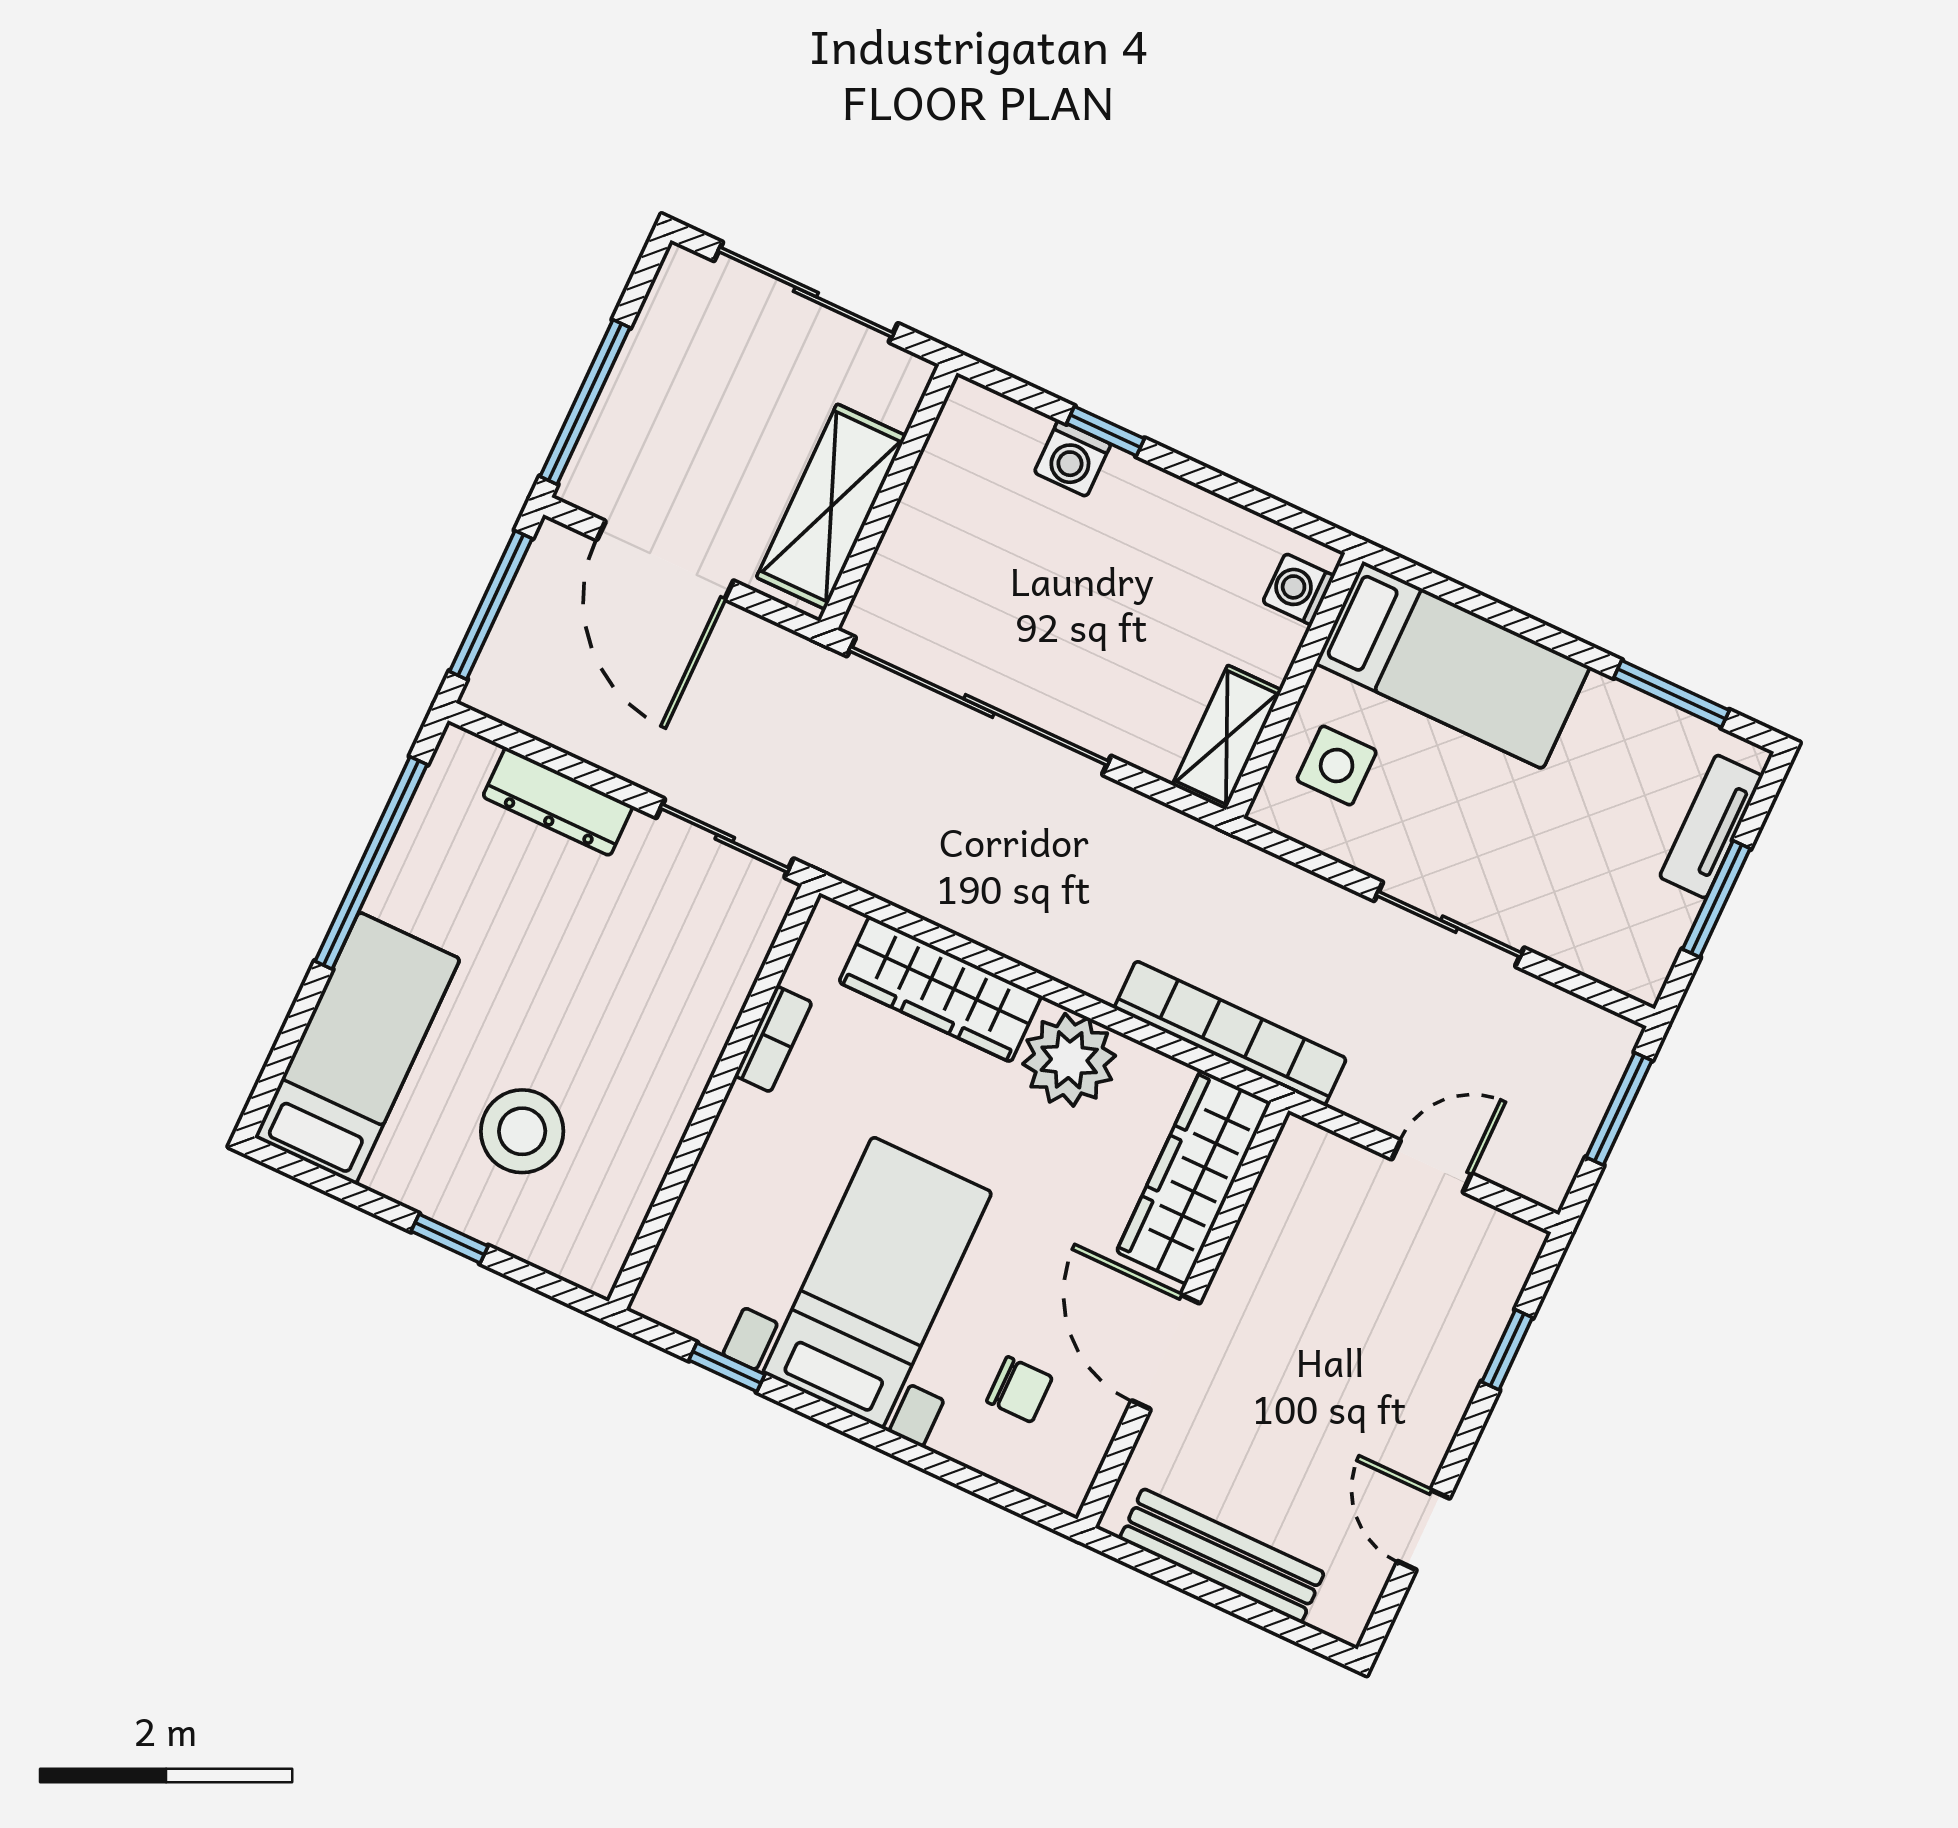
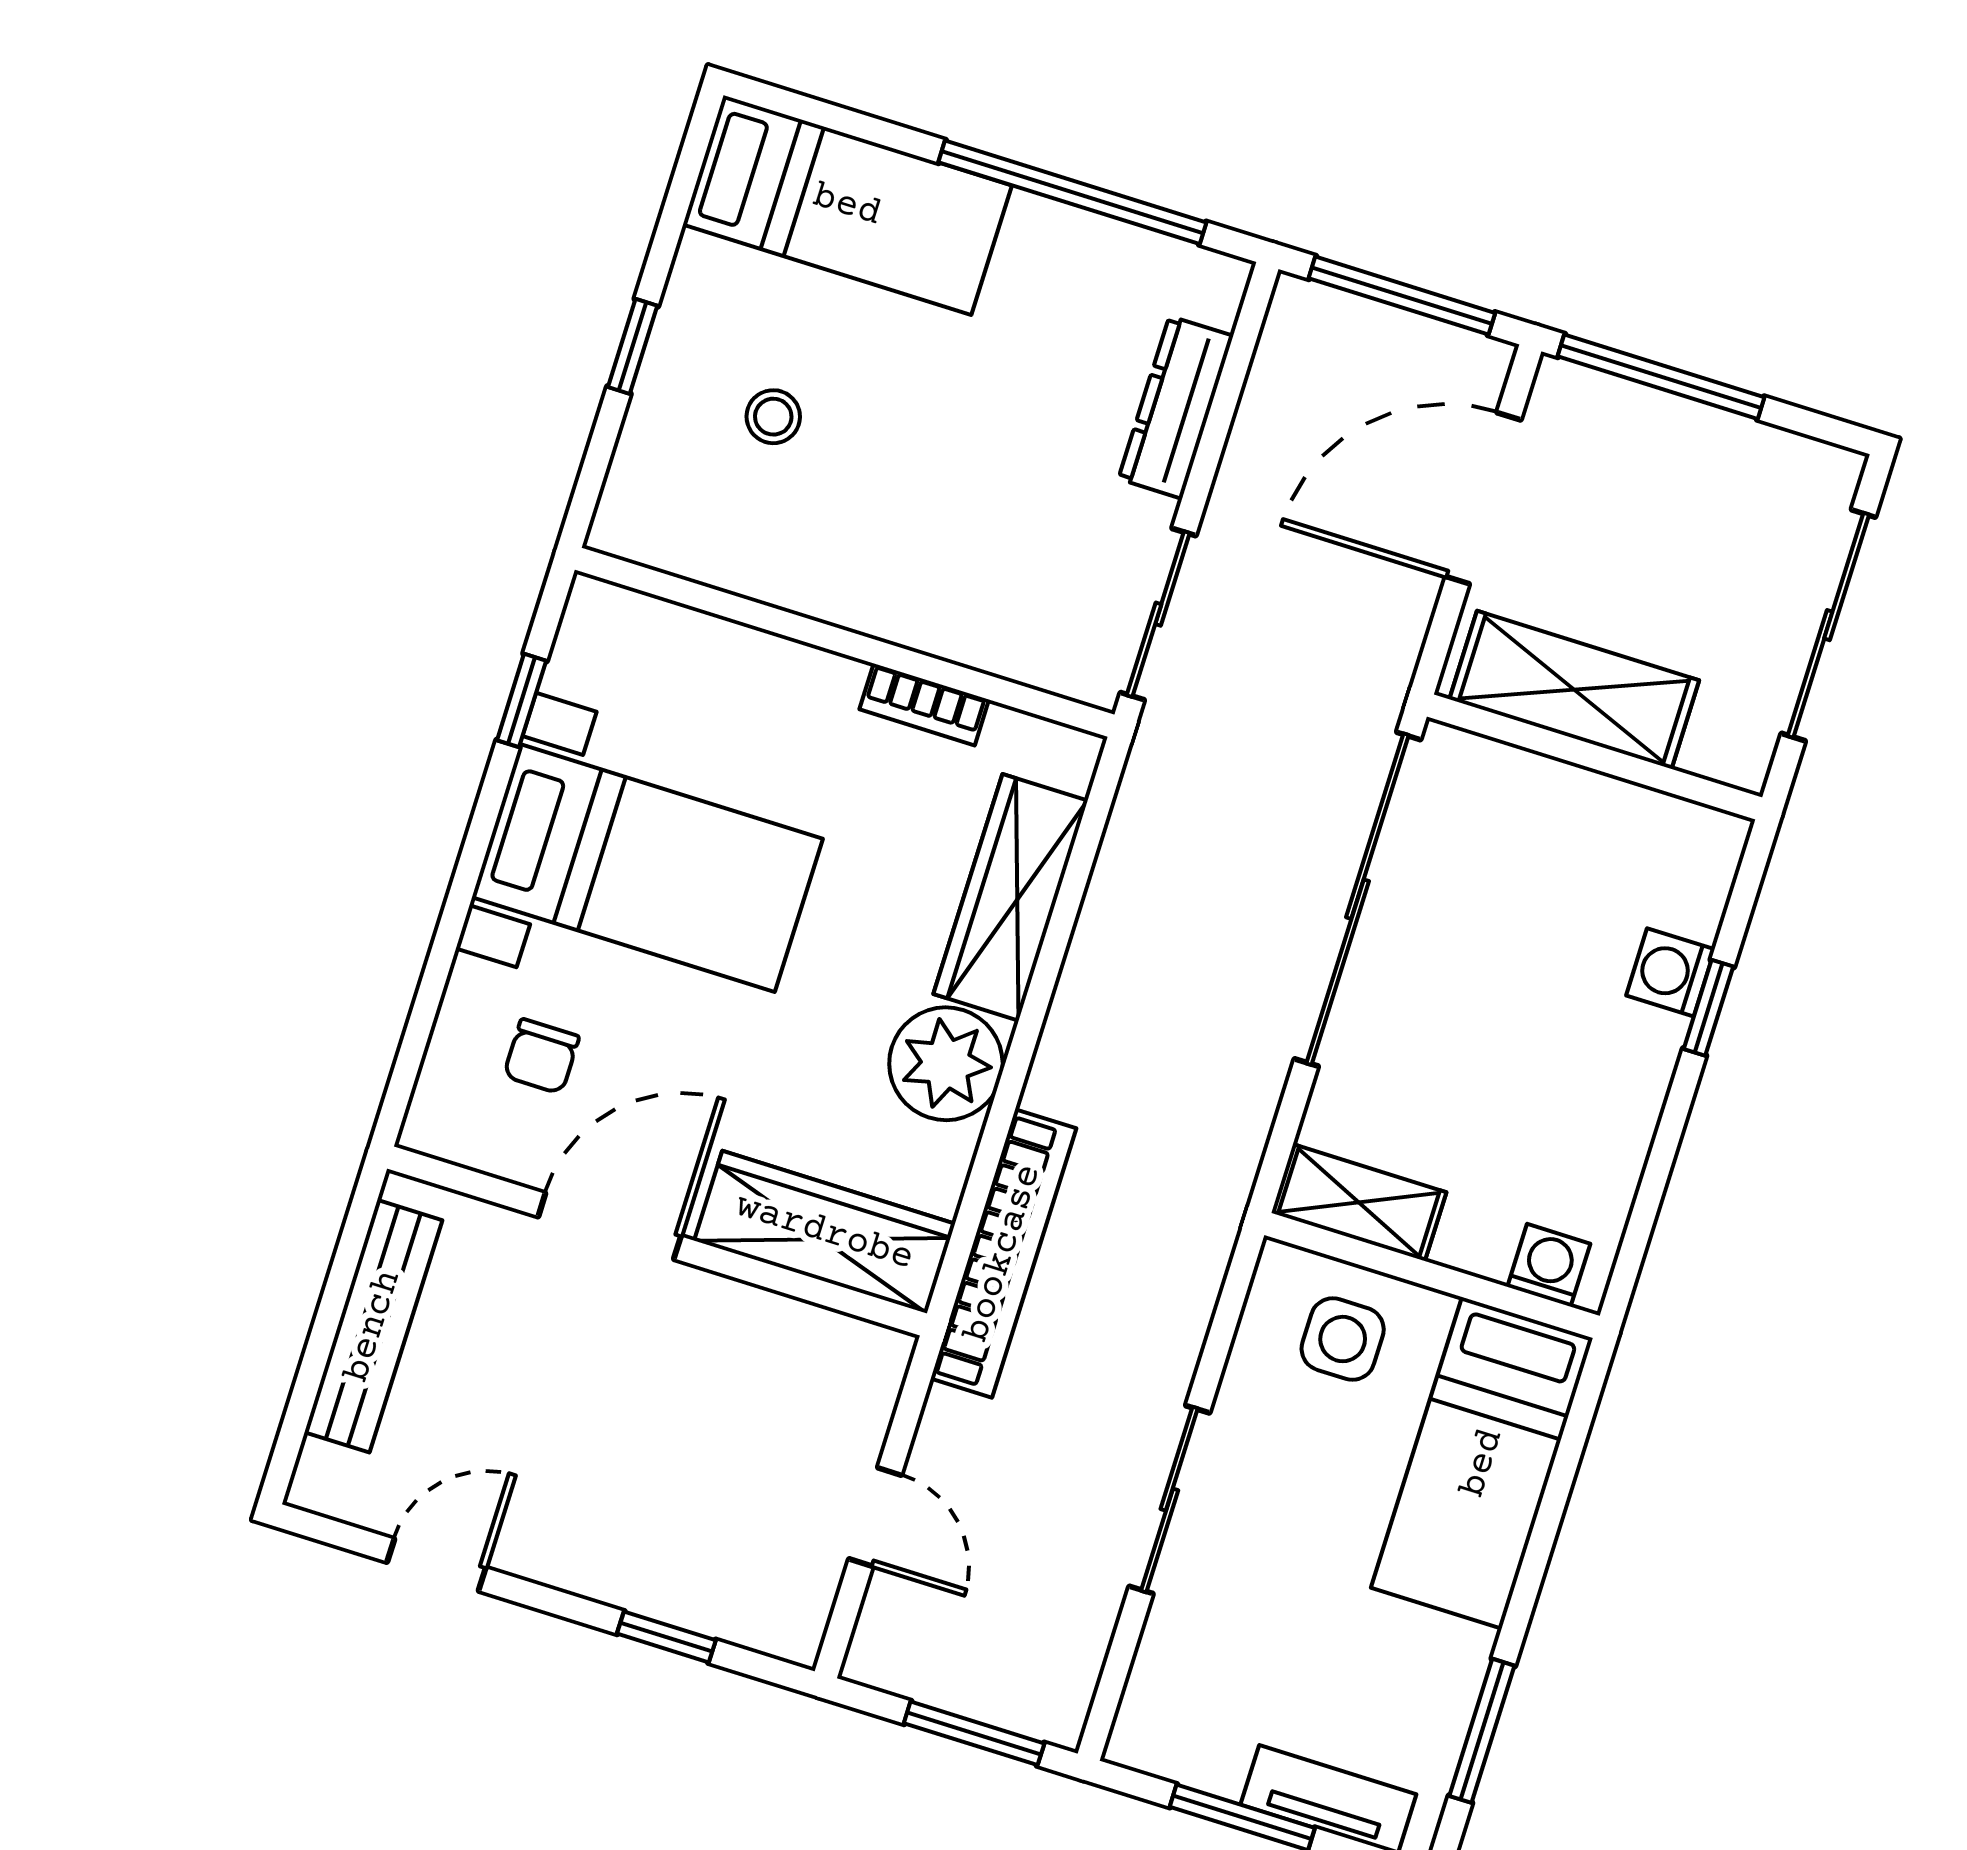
stool: (522, 1131) -> (773, 417), width x0.53, depth x0.53

